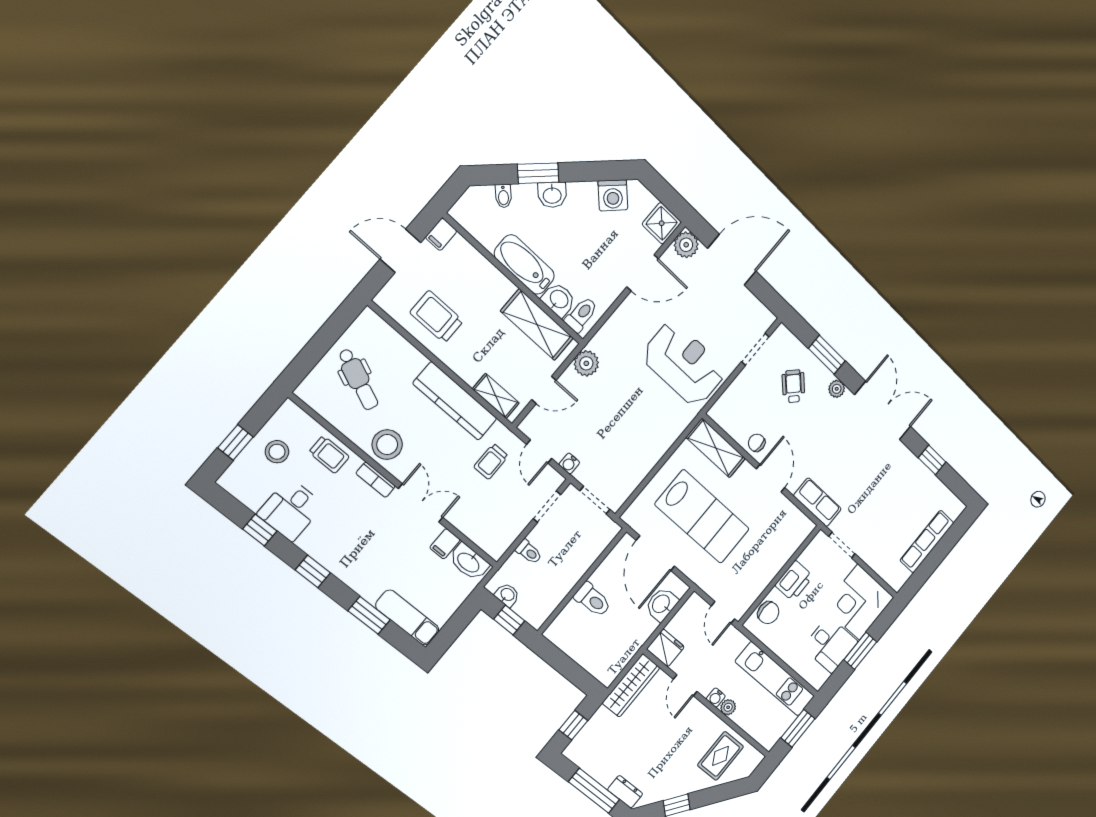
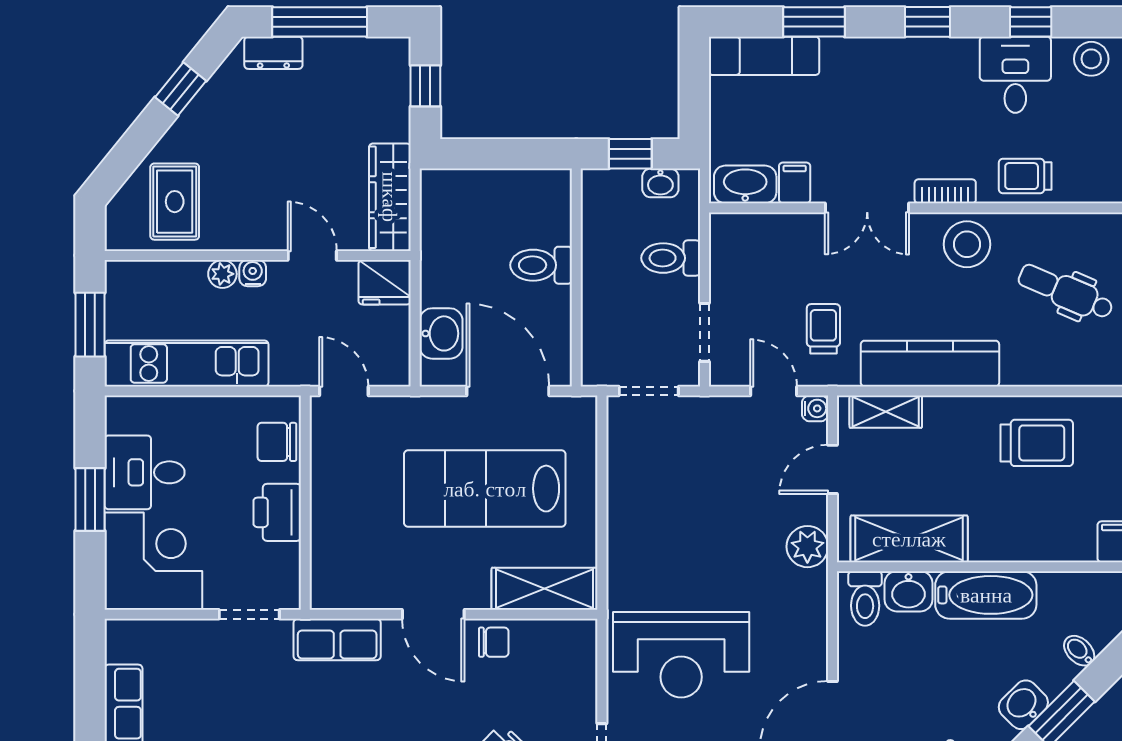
stool: (277, 452) -> (1091, 59), moved
water cooler: (569, 463) -> (815, 408), moved, turned 90
toilet: (529, 552) -> (671, 258), width x1.37, depth x1.39

